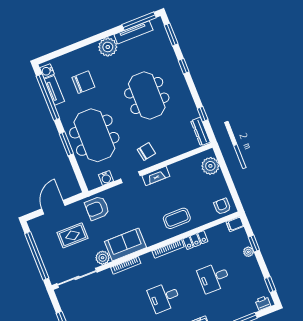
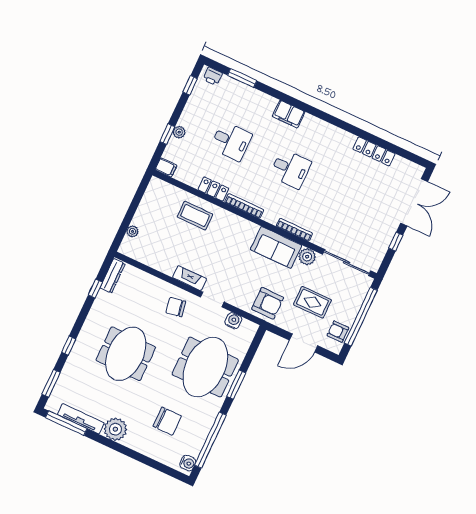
chair: (83, 82) -> (167, 421), turned 180
tv unit: (54, 90) -> (199, 440), removed
plant: (210, 166) -> (132, 231), width x0.53, depth x0.53
armchair: (222, 206) -> (338, 332), moved, turned 90
coffee table: (177, 218) -> (195, 216), moved

